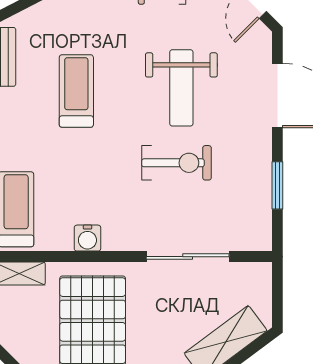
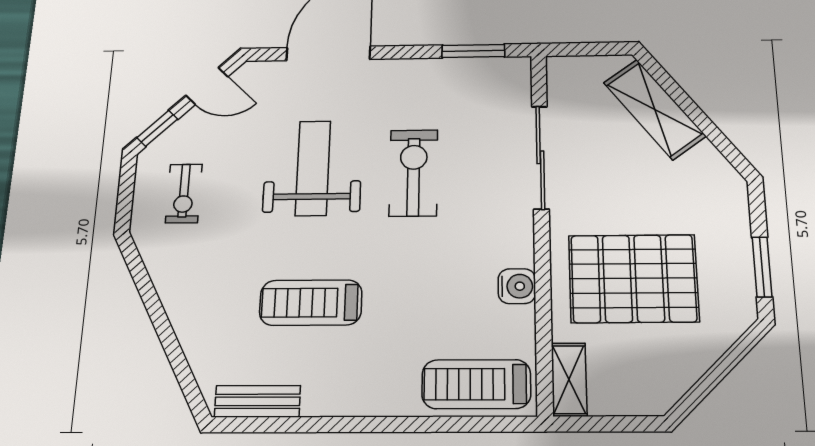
weight bench: (181, 88) -> (313, 168), turned -90
window: (277, 185) -> (473, 51), moved

